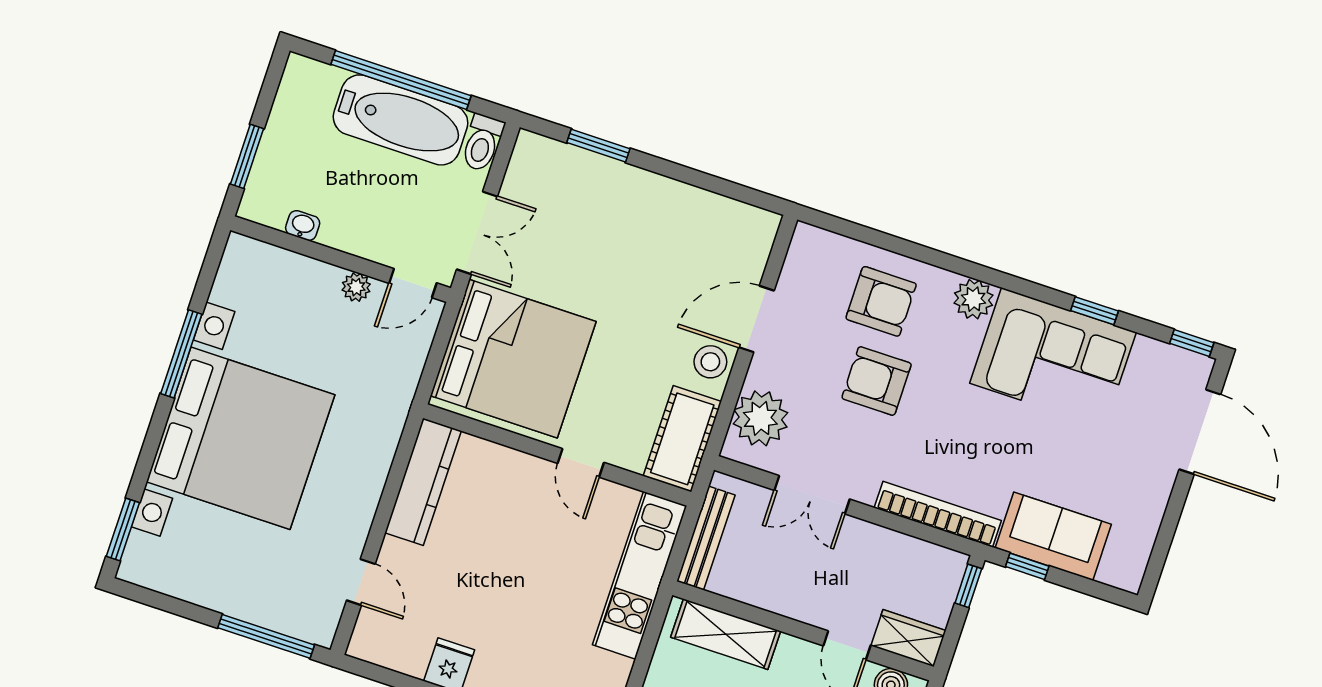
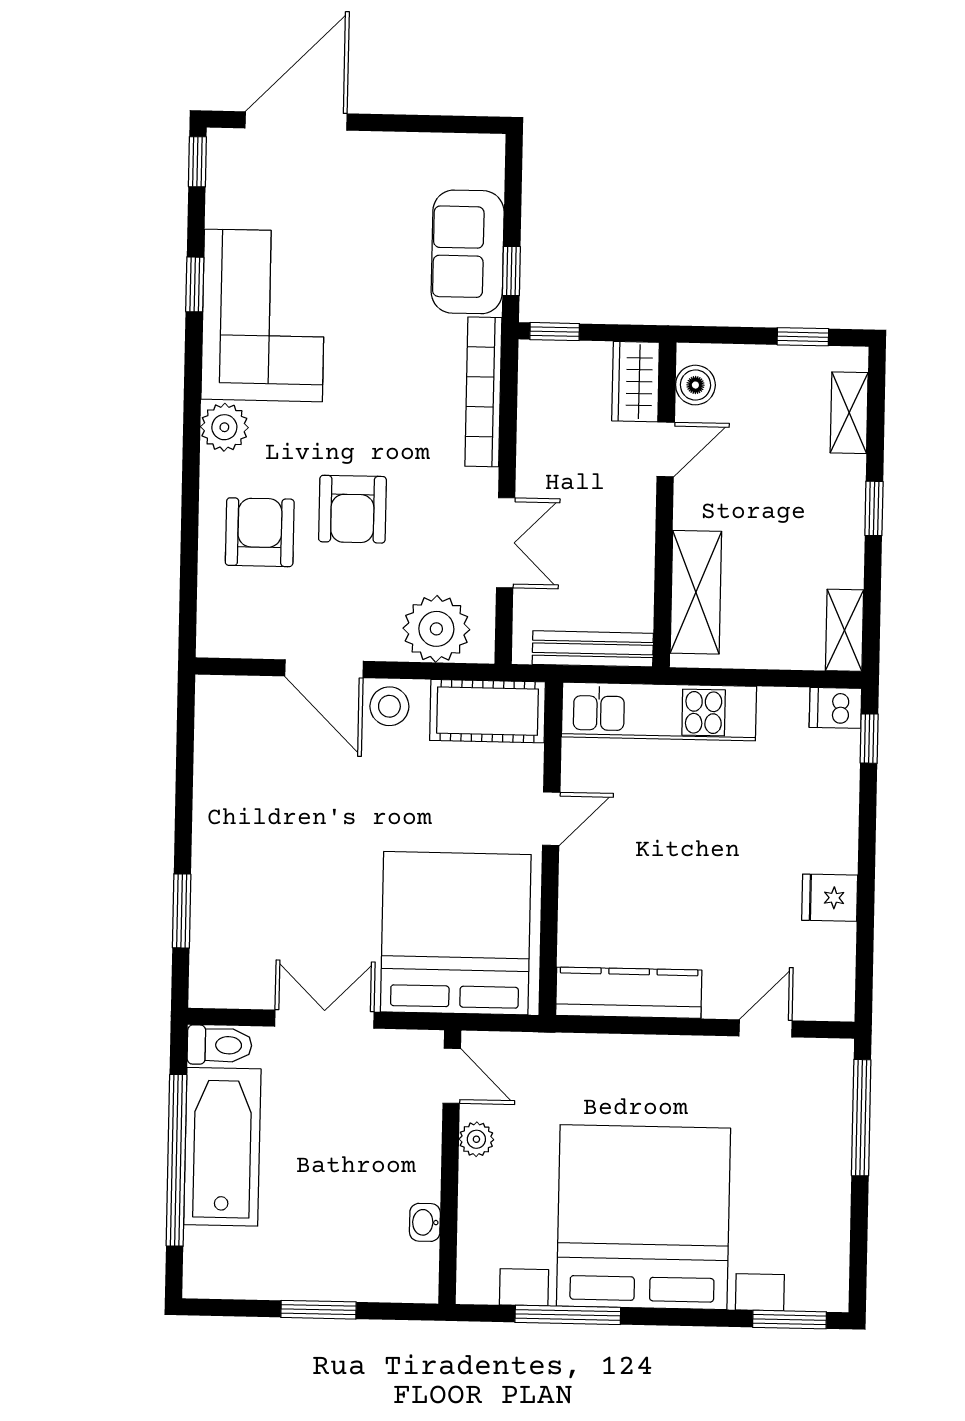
washbasin: (303, 226) -> (425, 1222), moved
wall: (341, 259) -> (450, 1167), moved
door: (413, 283) -> (452, 1076), moved
plant: (356, 287) -> (476, 1139), moved

